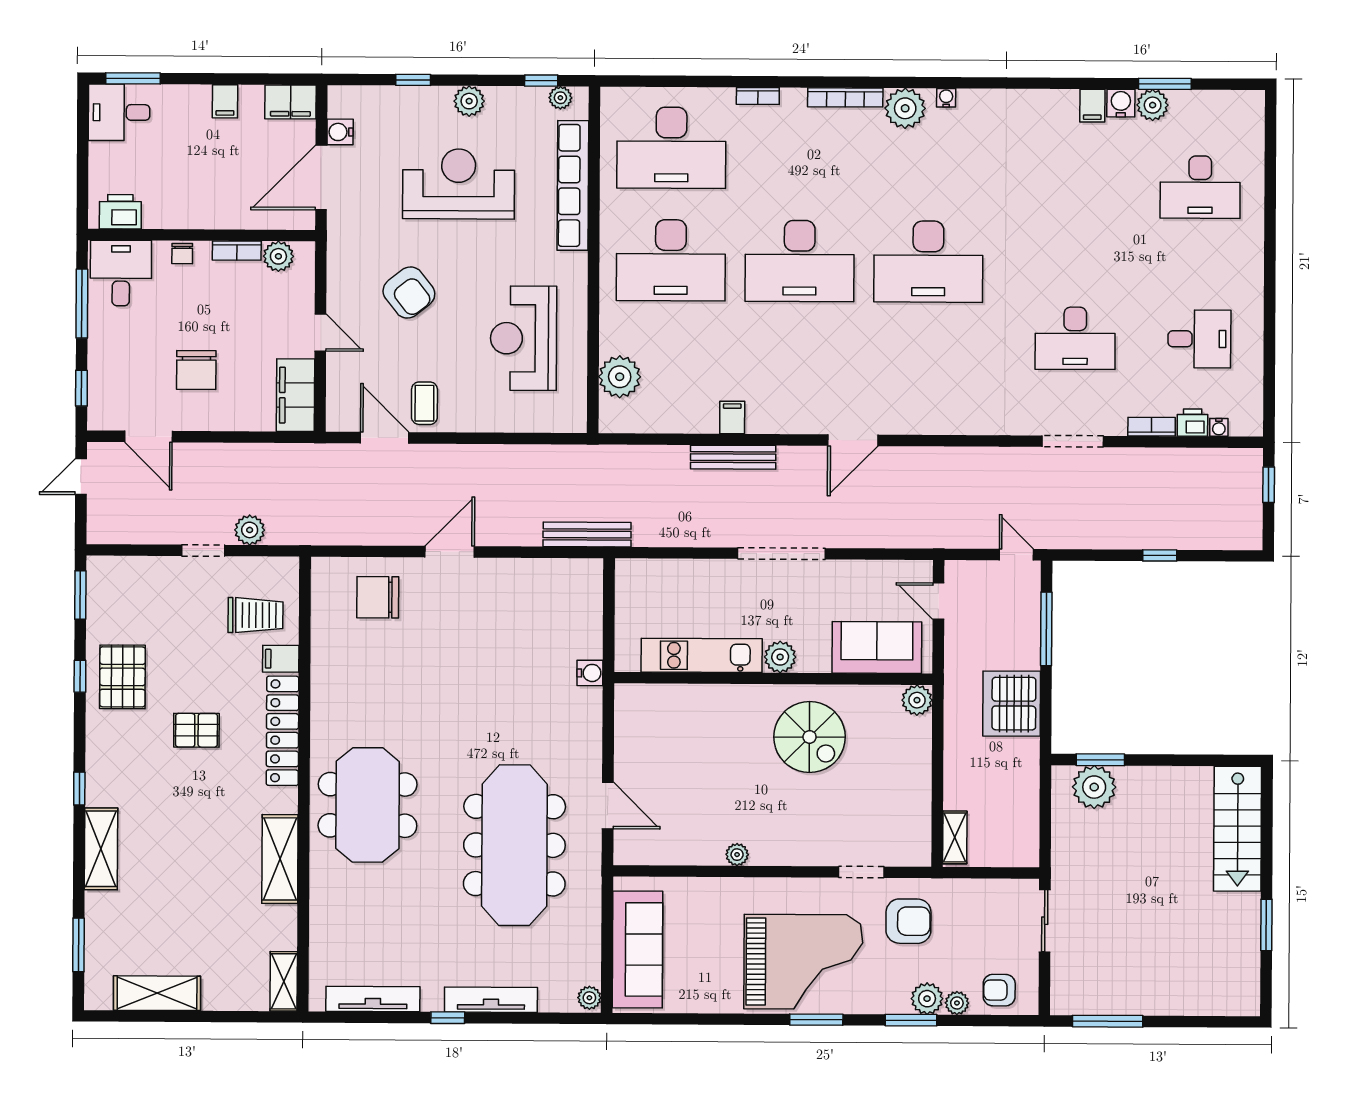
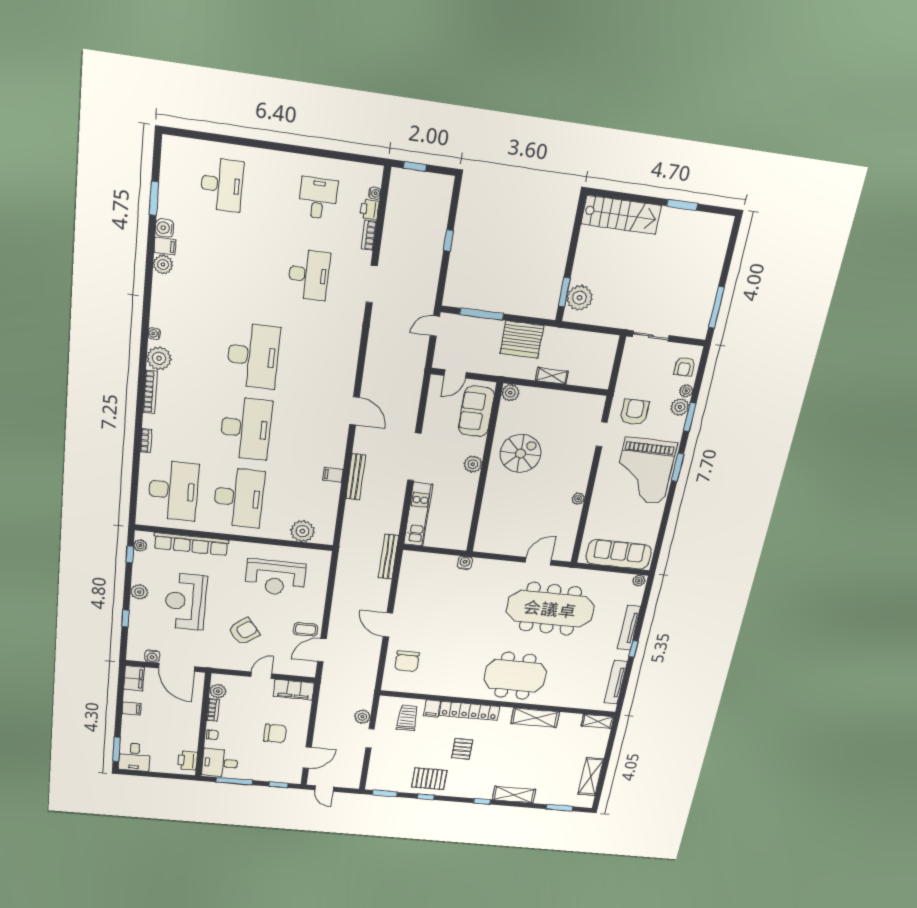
plant: (1153, 105) -> (163, 265), moved
kitchen unit: (702, 655) -> (418, 514), moved, turned 180
shelving: (955, 837) -> (552, 376), moved
grand piano: (803, 962) -> (644, 471), turned 180

